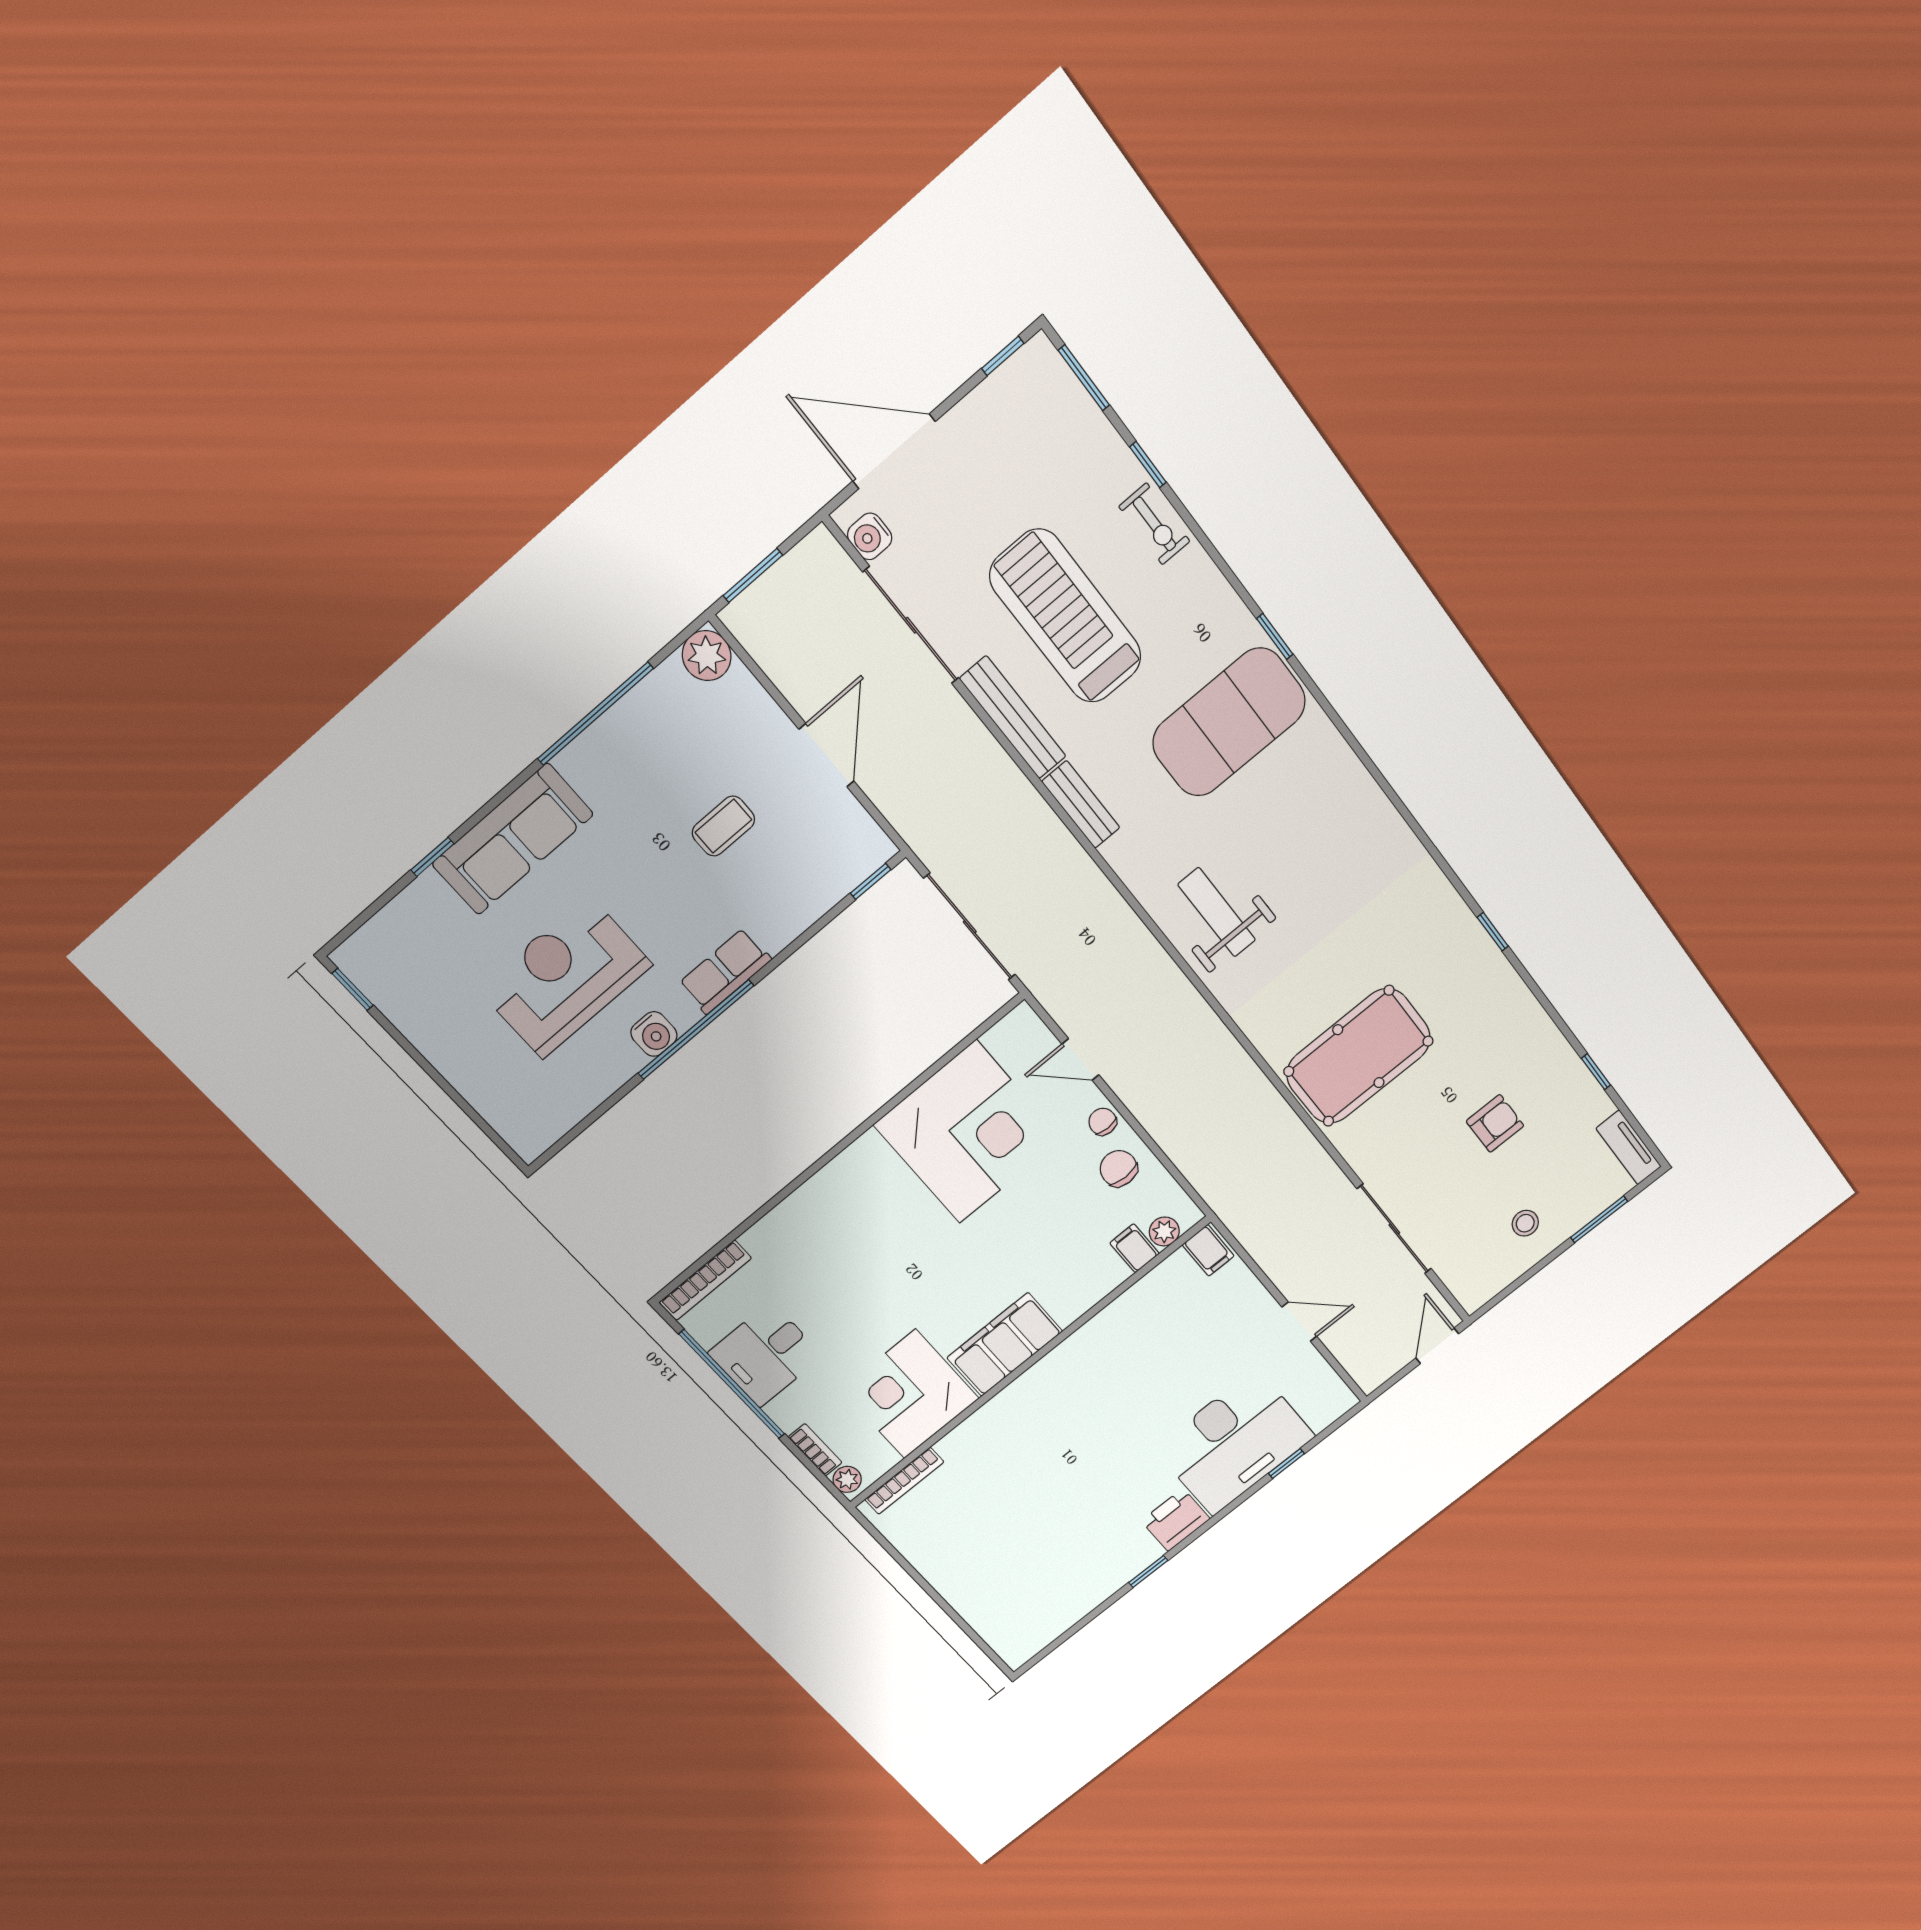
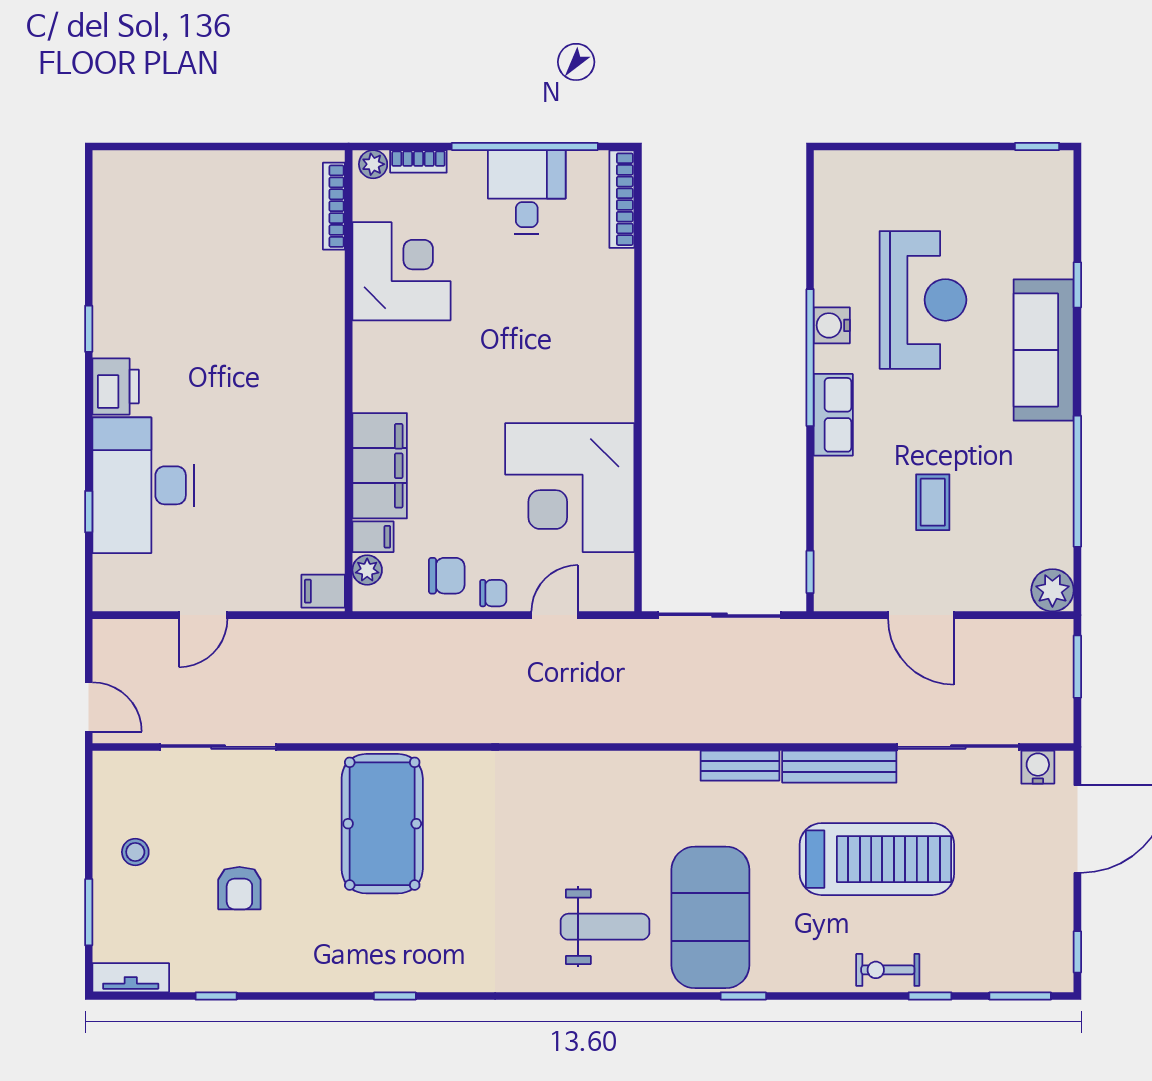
weight bench: (1217, 912) -> (605, 927), moved
filing cabinet: (1005, 1345) -> (380, 466), moved

